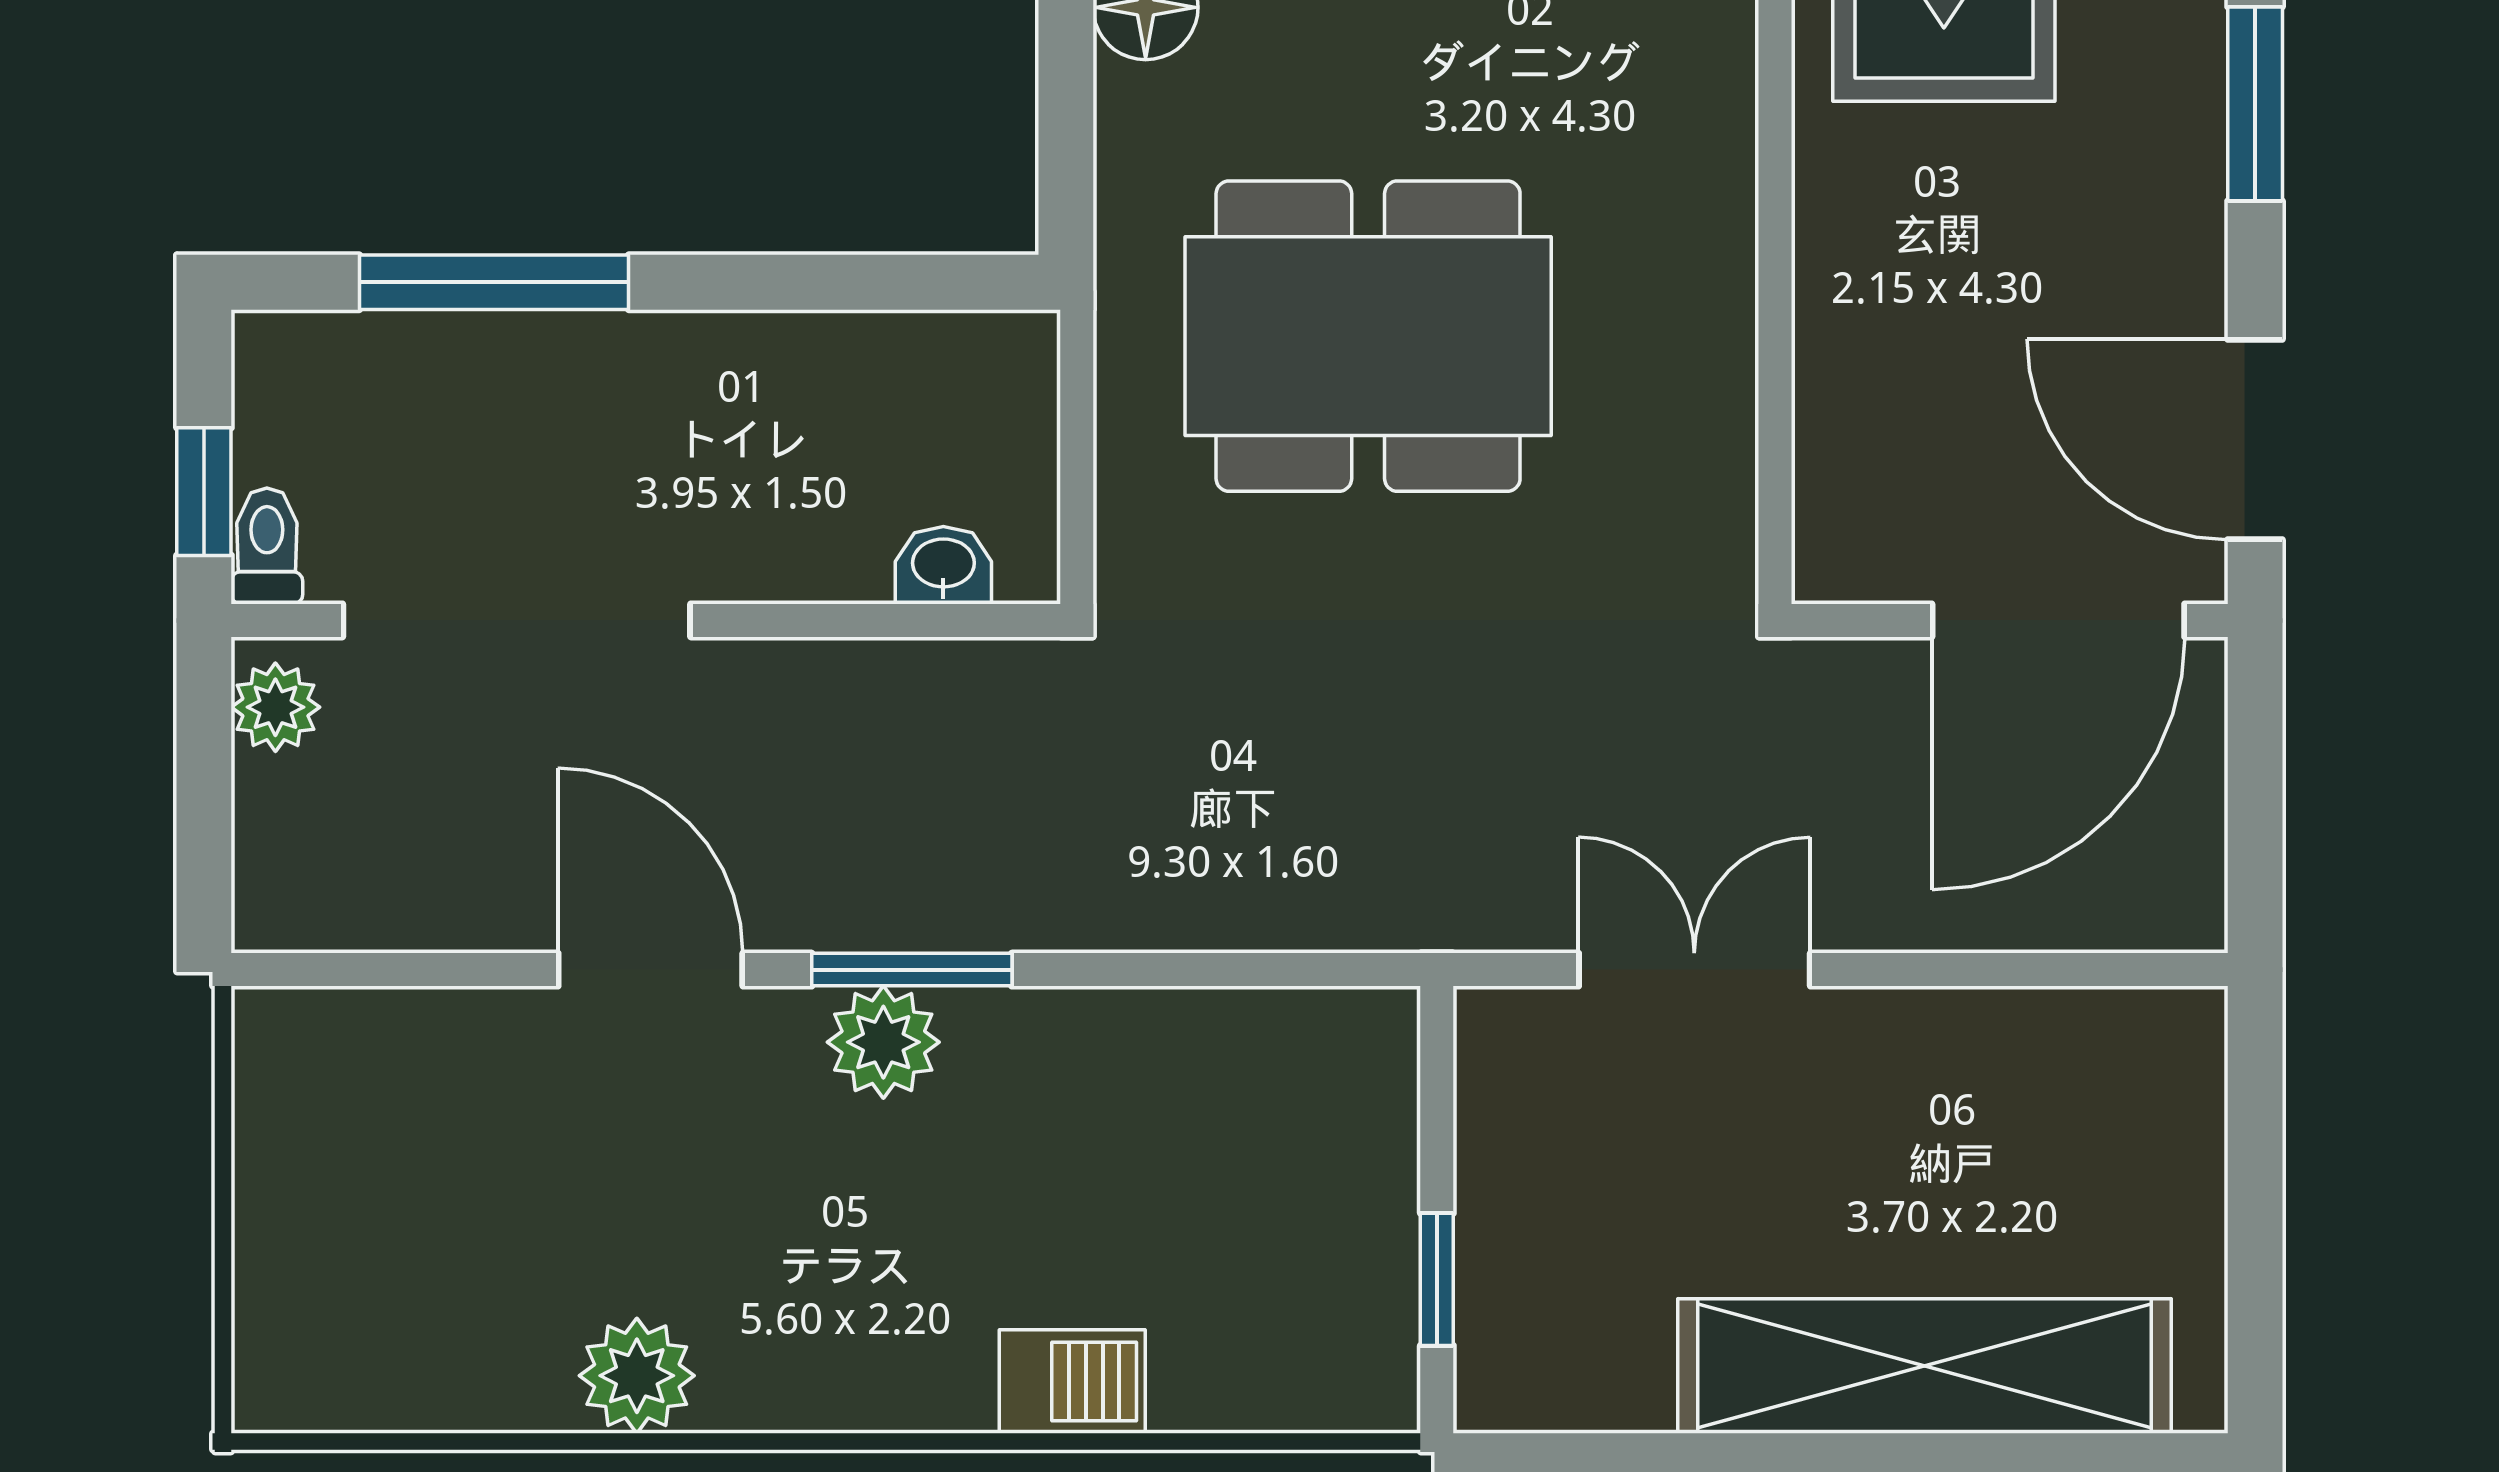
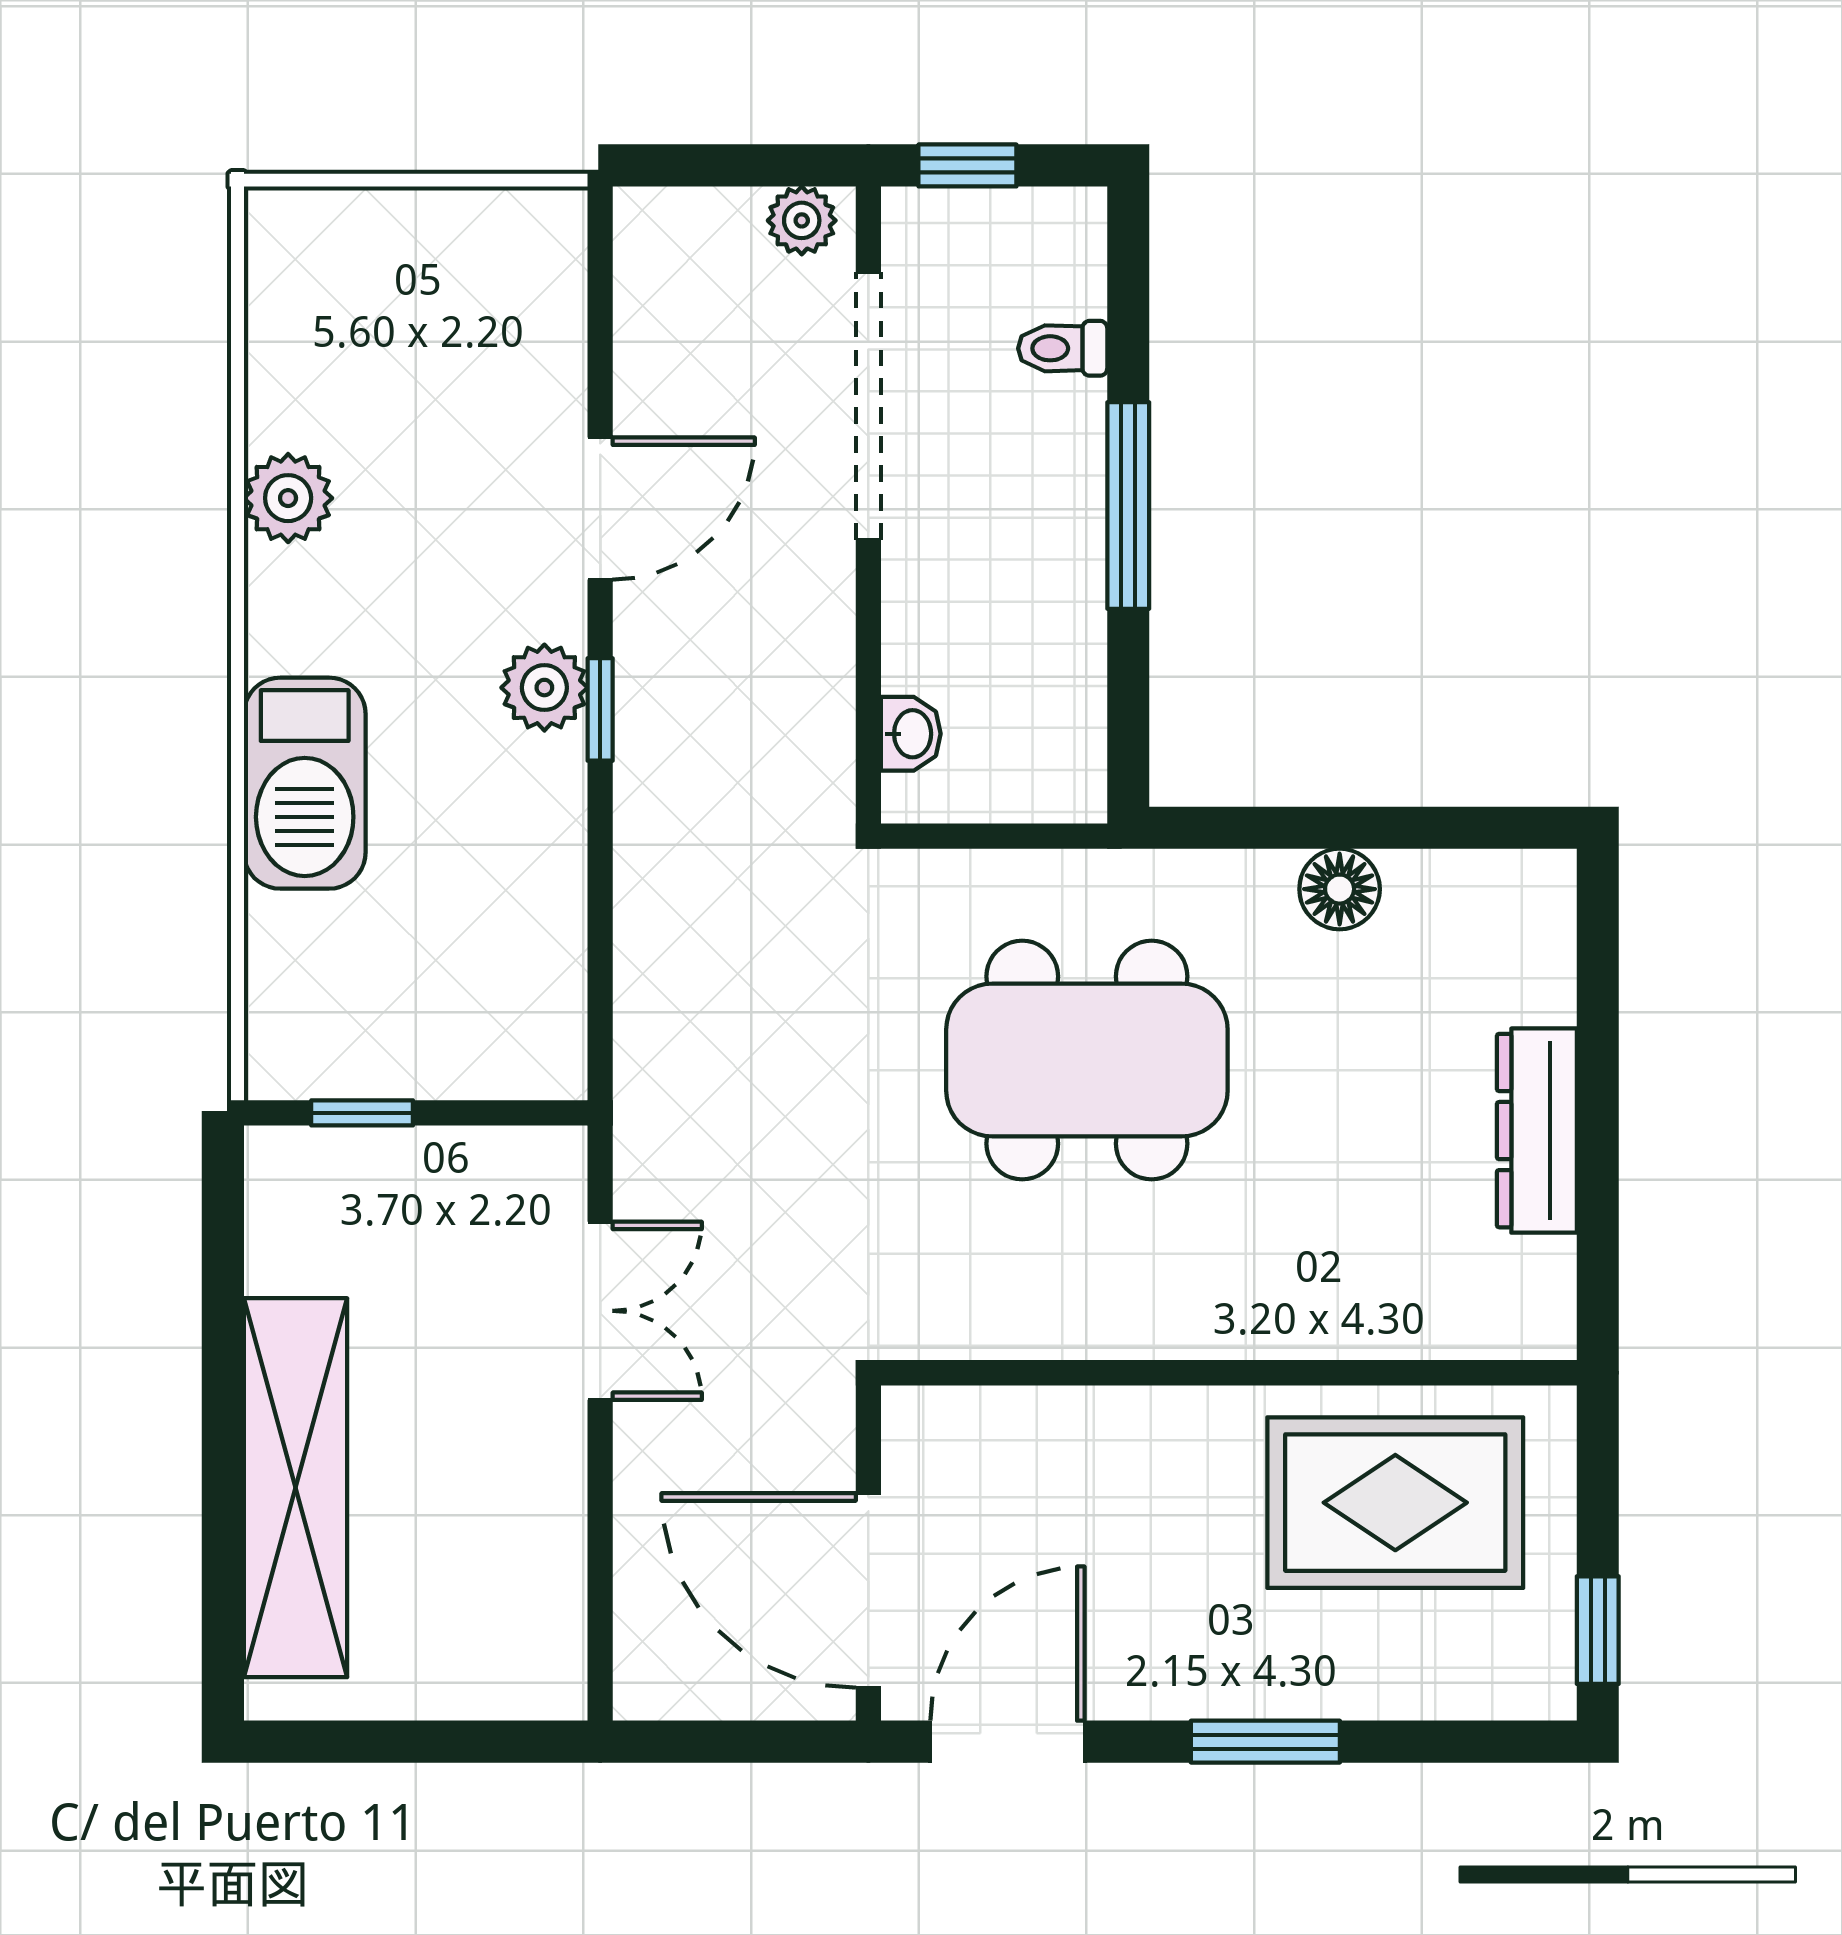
window: (494, 282) -> (1128, 505), moved
dining table: (1368, 336) -> (1087, 1060), turned 90
toilet: (267, 546) -> (1063, 348), moved, turned 180
window: (912, 970) -> (600, 709), width x0.67
barbecue: (1072, 1381) -> (305, 783), width x1.88, depth x1.53

